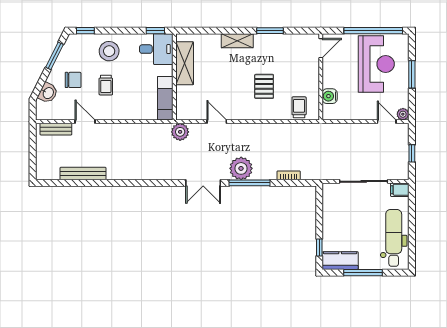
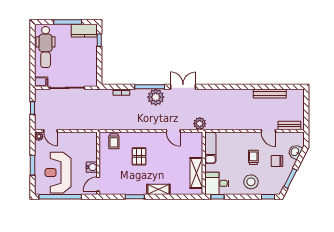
water cooler: (330, 96) -> (92, 167), moved

